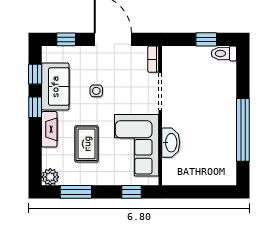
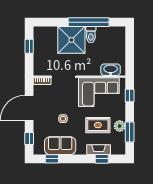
toilet: (224, 53) -> (91, 35), moved
shower: (216, 104) -> (71, 40), added
window: (35, 107) -> (102, 159), moved
fireplace: (49, 129) -> (99, 150), moved
washbasin: (171, 143) -> (111, 70), moved
plant: (50, 177) -> (120, 126), moved

